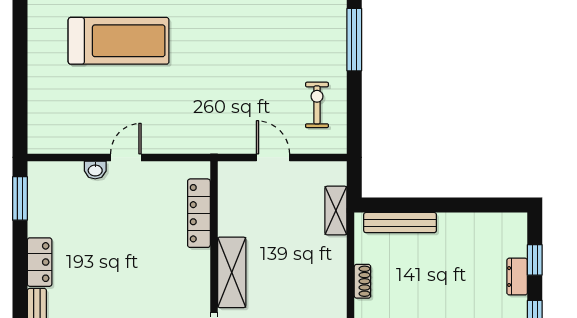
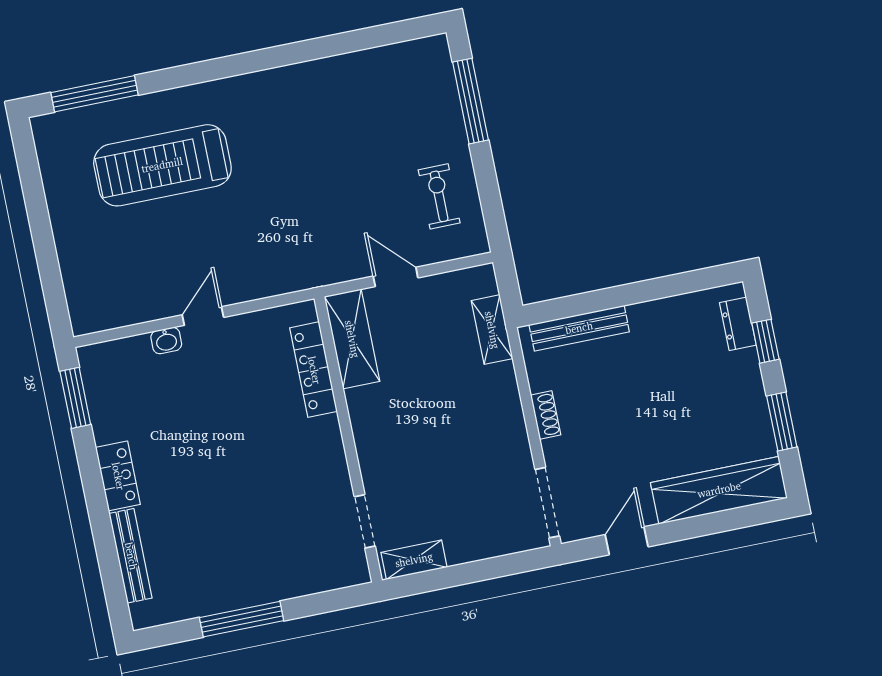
treadmill: (119, 41) -> (162, 165), turned 180
shelving: (232, 272) -> (352, 339), moved
dresser: (517, 277) -> (738, 324), moved

